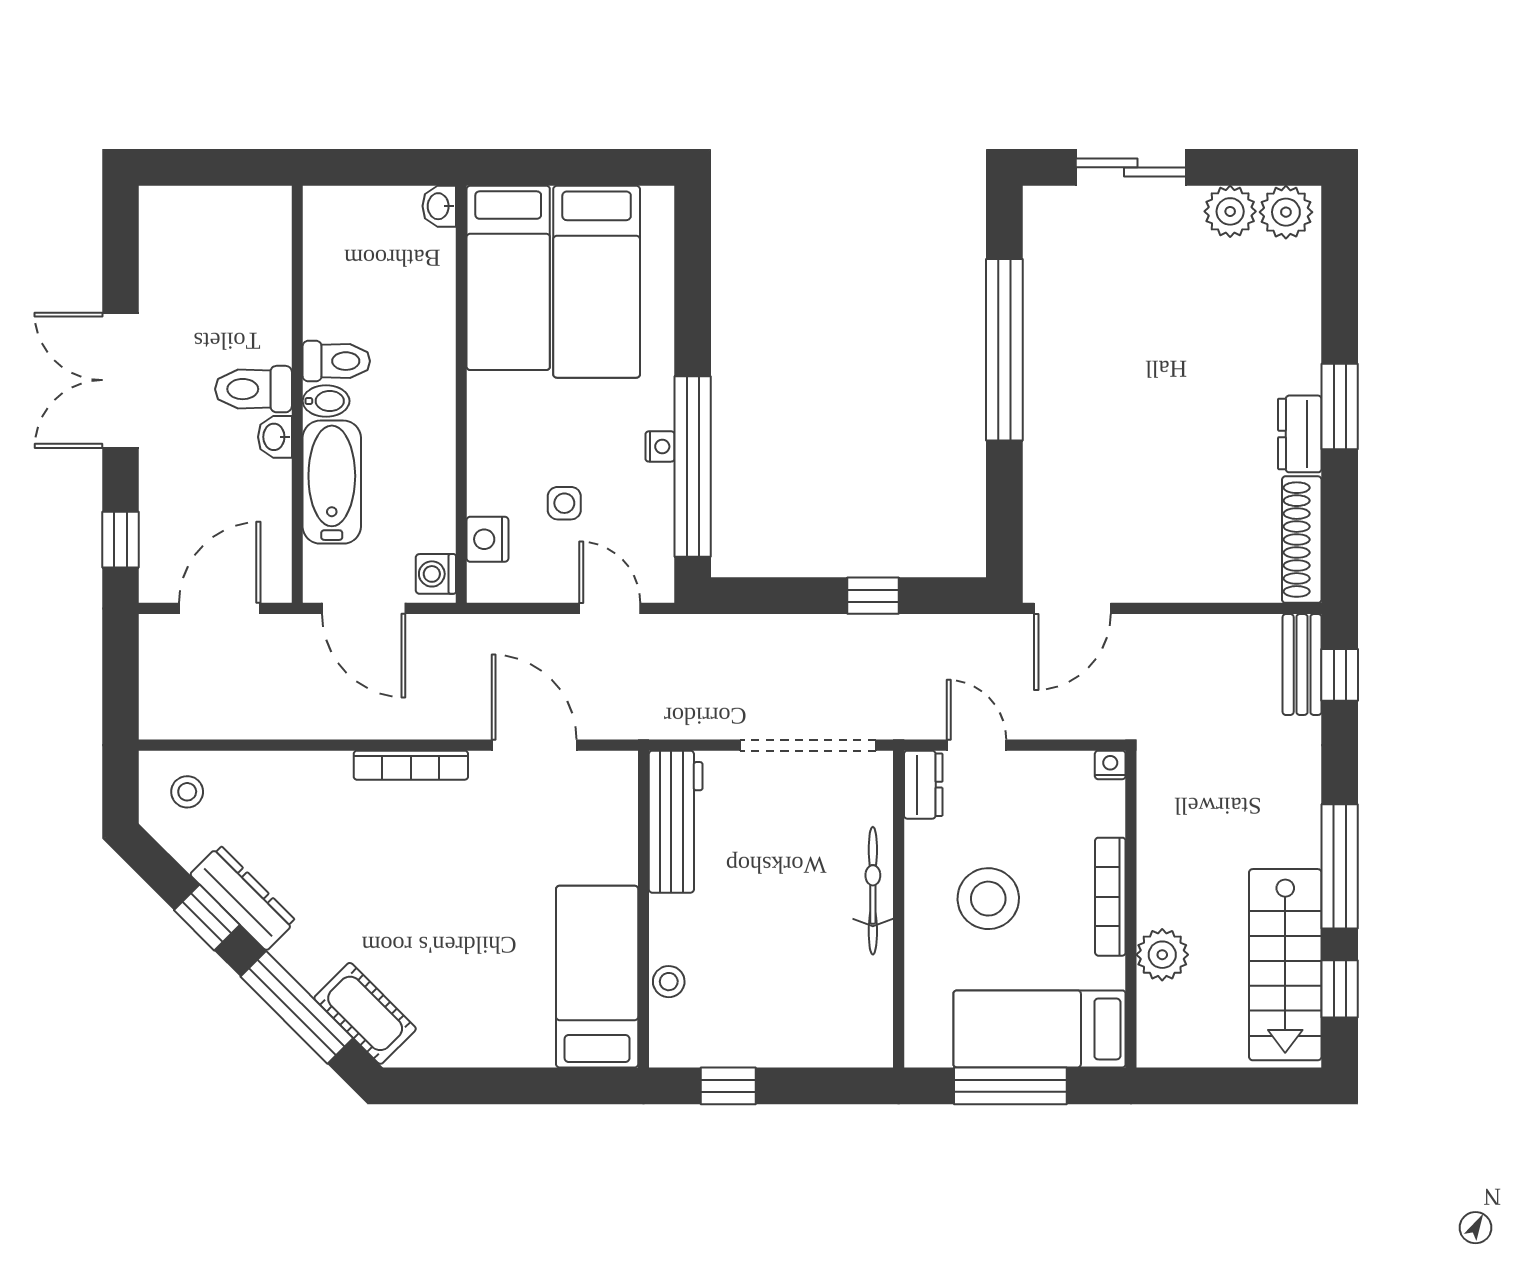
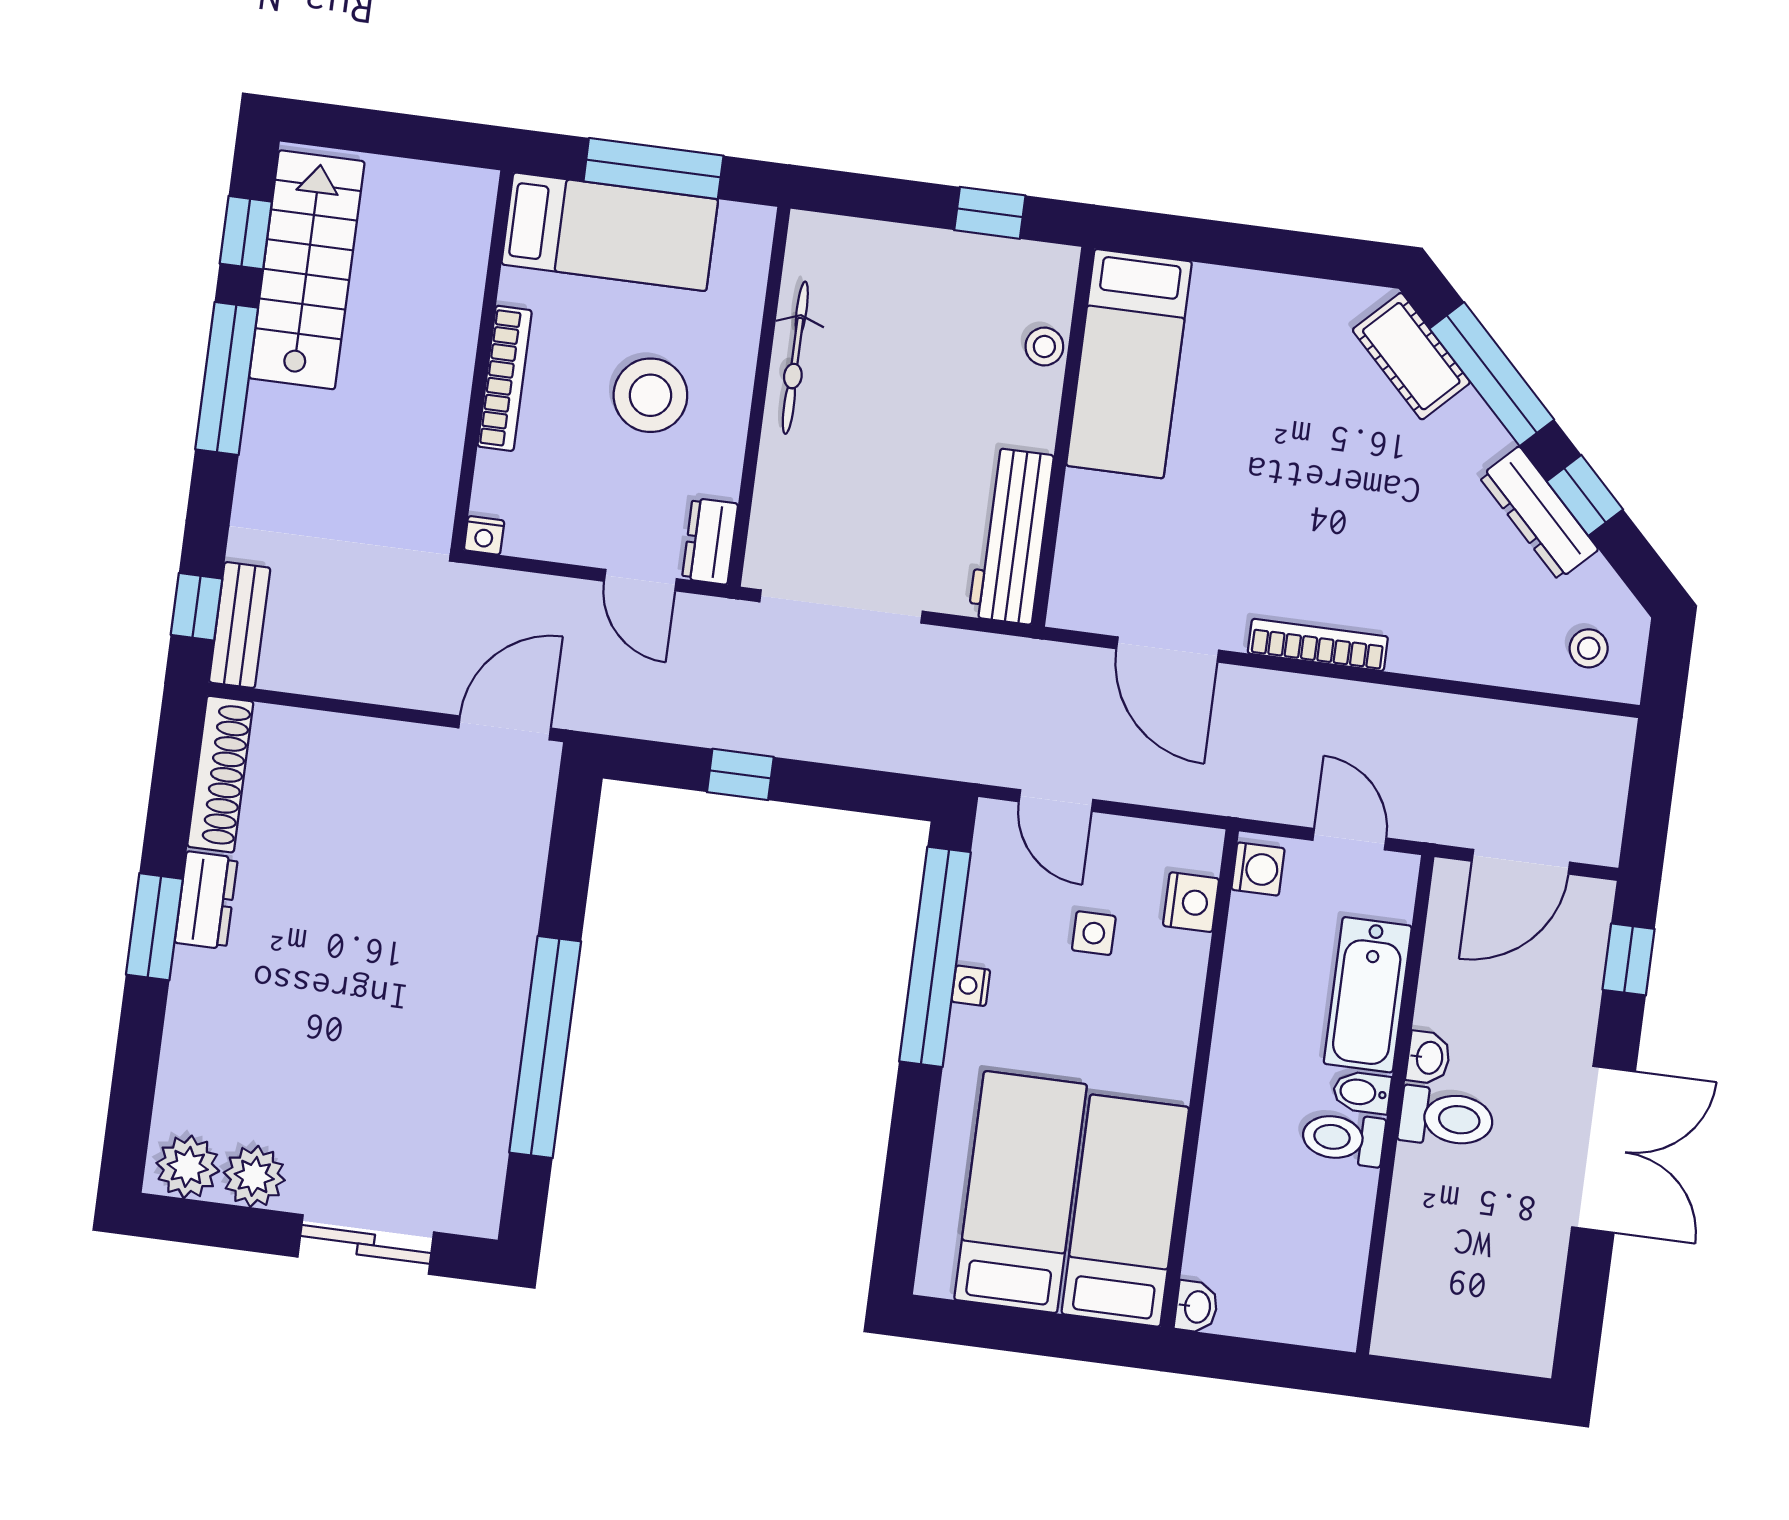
door: (364, 608) -> (1349, 839), width x0.73
bicycle: (873, 891) -> (795, 358), moved
plant: (1162, 955) -> (452, 301), removed

